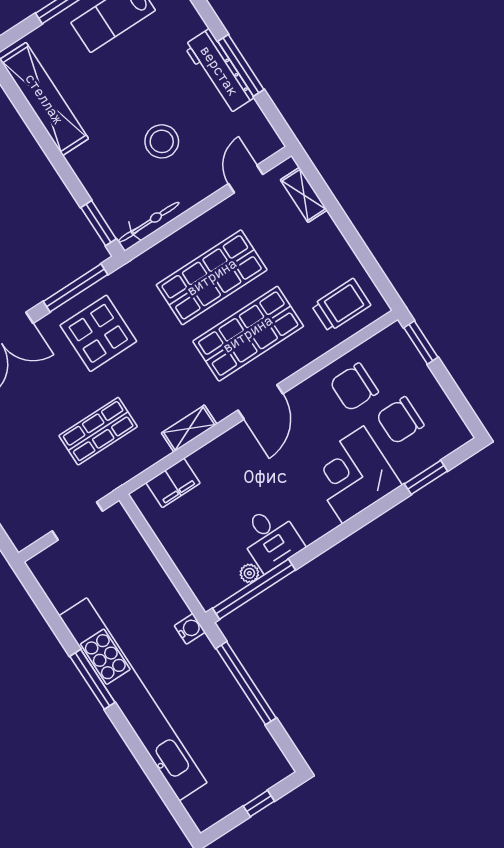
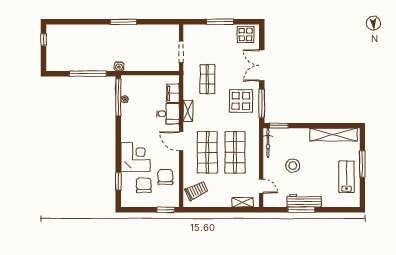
trolley: (341, 305) -> (196, 191), turned -116
desk: (271, 538) -> (168, 114), moved, turned 180
kitchen unit: (133, 699) -> (107, 31), removed
window: (259, 804) -> (44, 39), moved

